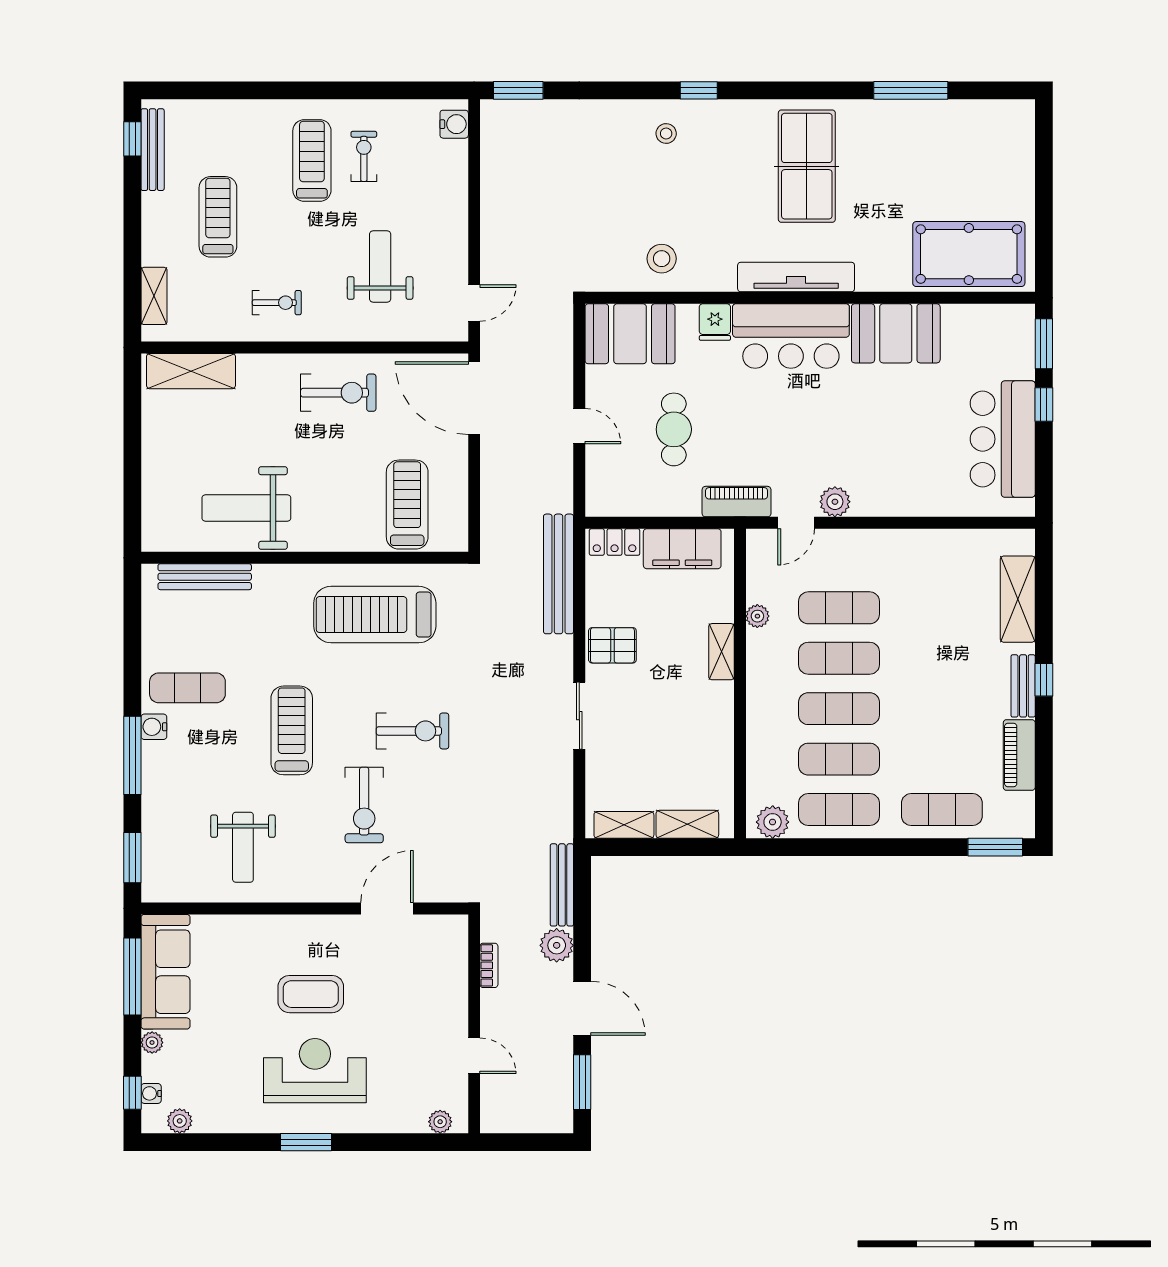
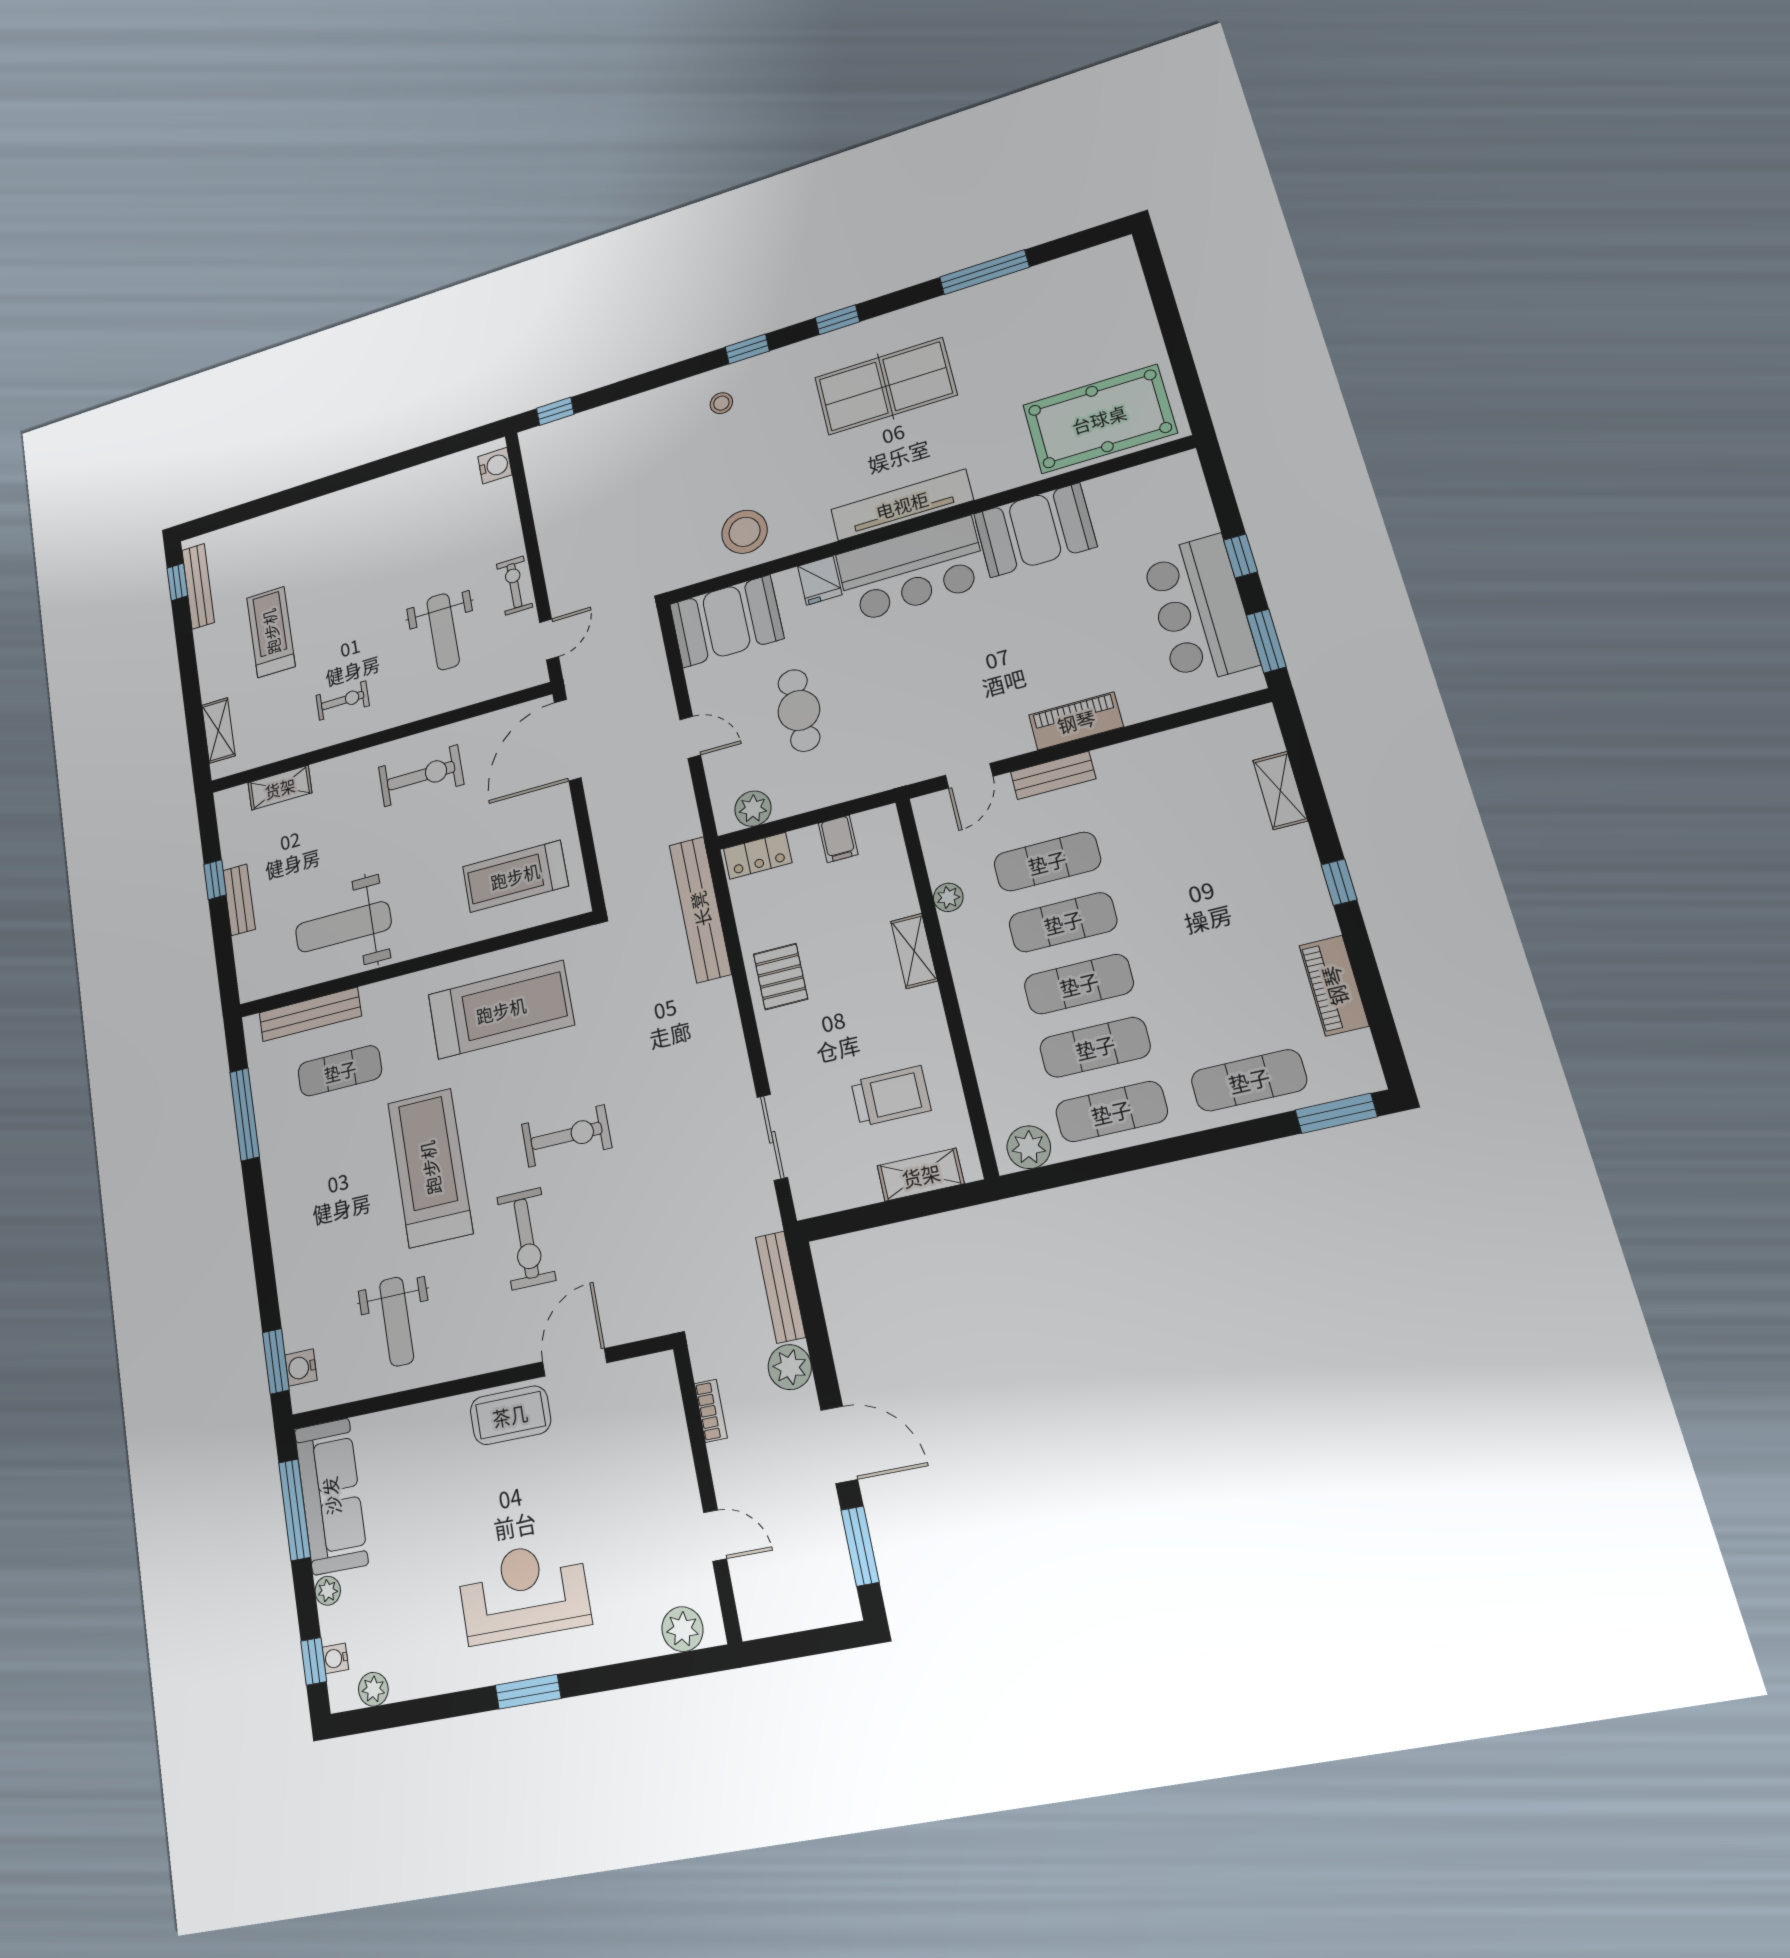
window: (518, 90) -> (555, 411), width x0.67
window: (781, 90) -> (837, 320), added
exercise bike: (364, 156) -> (514, 586), moved
treadmill: (312, 161) -> (356, 547), removed
table tennis table: (807, 166) -> (885, 386), turned 90
stool: (662, 259) -> (745, 532), width x1.38, depth x1.38
weight bench: (380, 266) -> (443, 632), turned 180
window: (1044, 344) -> (1266, 641), moved
shelving: (191, 371) -> (280, 788), width x0.67, depth x0.75
door: (474, 398) -> (568, 740), hinge flipped
window: (132, 434) -> (215, 880), added
bench: (153, 458) -> (239, 900), added
piano: (737, 502) -> (1076, 721), moved
plant: (835, 502) -> (753, 809), moved
treadmill: (407, 505) -> (515, 876), turned -90
filing cabinet: (682, 549) -> (838, 839), width x0.33, depth x0.86
shelving: (1018, 599) -> (1280, 790), width x0.67, depth x0.75
treadmill: (375, 615) -> (501, 1010), turned 180
pallet: (612, 645) -> (781, 976), turned 90
bench: (1023, 686) -> (1053, 775), moved, turned 90
exercise mat: (187, 688) -> (340, 1071), moved
sliding door: (579, 716) -> (772, 1137), moved
water cooler: (154, 727) -> (301, 1368), moved
treadmill: (292, 730) -> (430, 1168), width x1.37, depth x1.38
window: (132, 755) -> (245, 1114), moved
trolley: (678, 760) -> (891, 1096), added
shelving: (624, 825) -> (841, 1193), removed
coffee table: (311, 994) -> (510, 1415), moved
plant: (440, 1122) -> (682, 1629), width x1.38, depth x1.38

